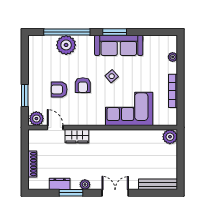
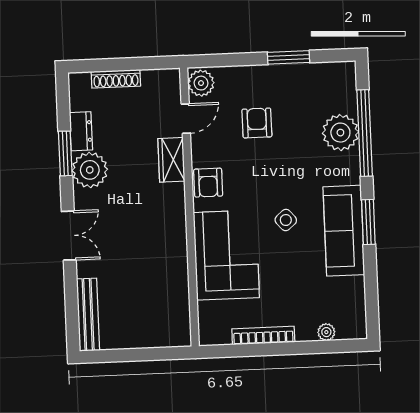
armchair: (83, 85) -> (208, 183), moved, turned -90
window: (25, 96) -> (289, 57), moved
plant: (170, 137) -> (178, 333), removed
plant: (85, 185) -> (90, 170), width x1.87, depth x1.87

